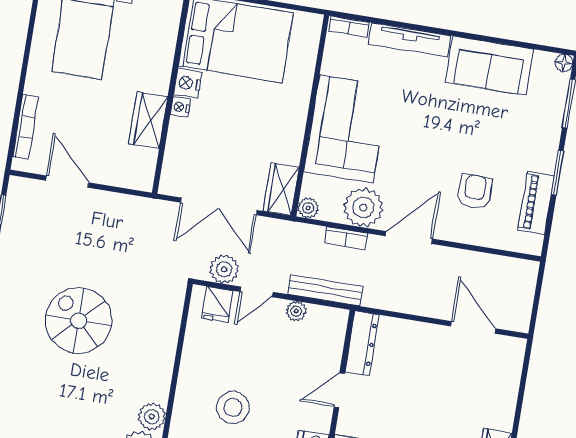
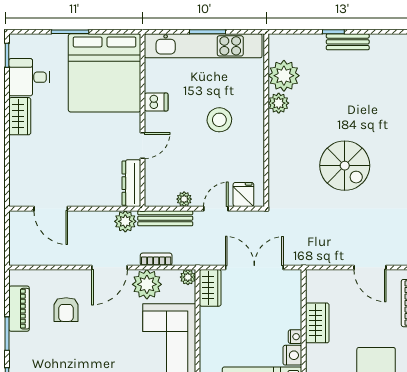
plant: (224, 269) -> (125, 221), moved

